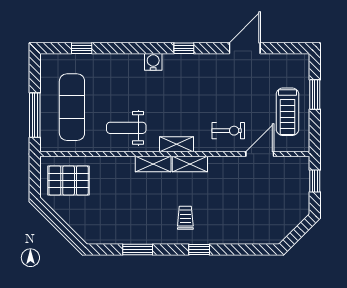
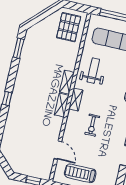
exercise bike: (228, 131) -> (92, 125), moved
trolley: (185, 218) -> (29, 95), removed
window: (138, 249) -> (19, 48), moved

